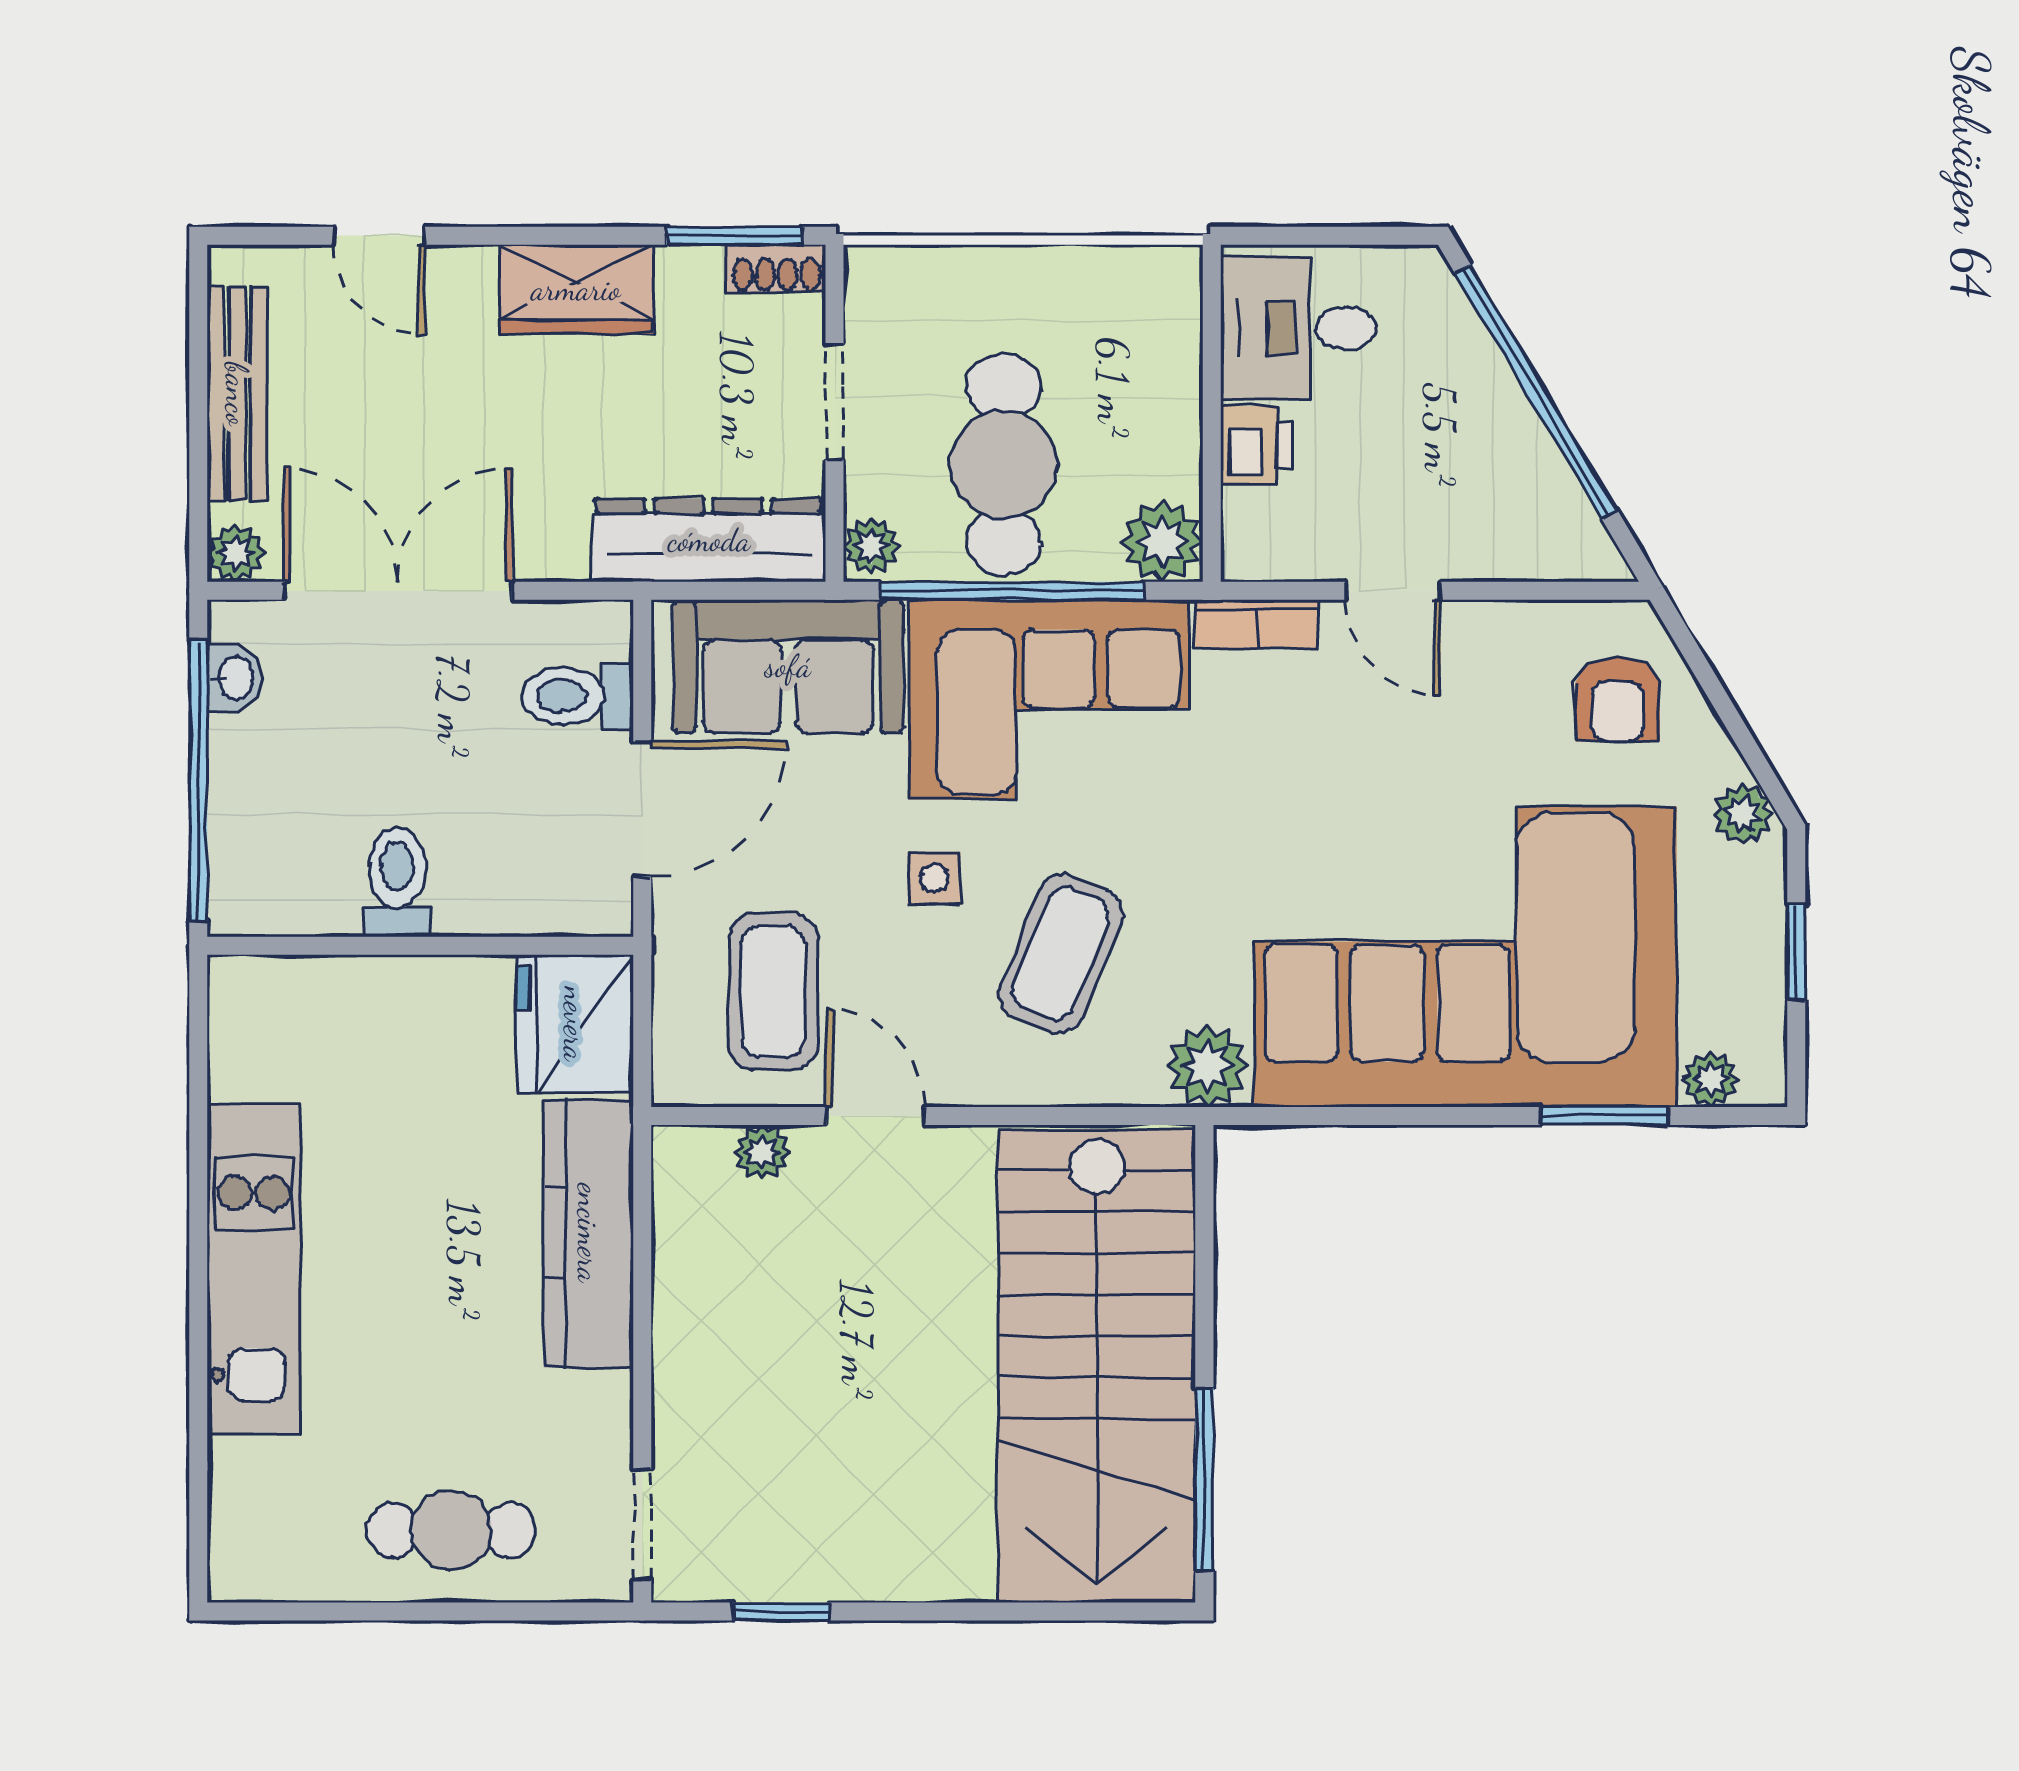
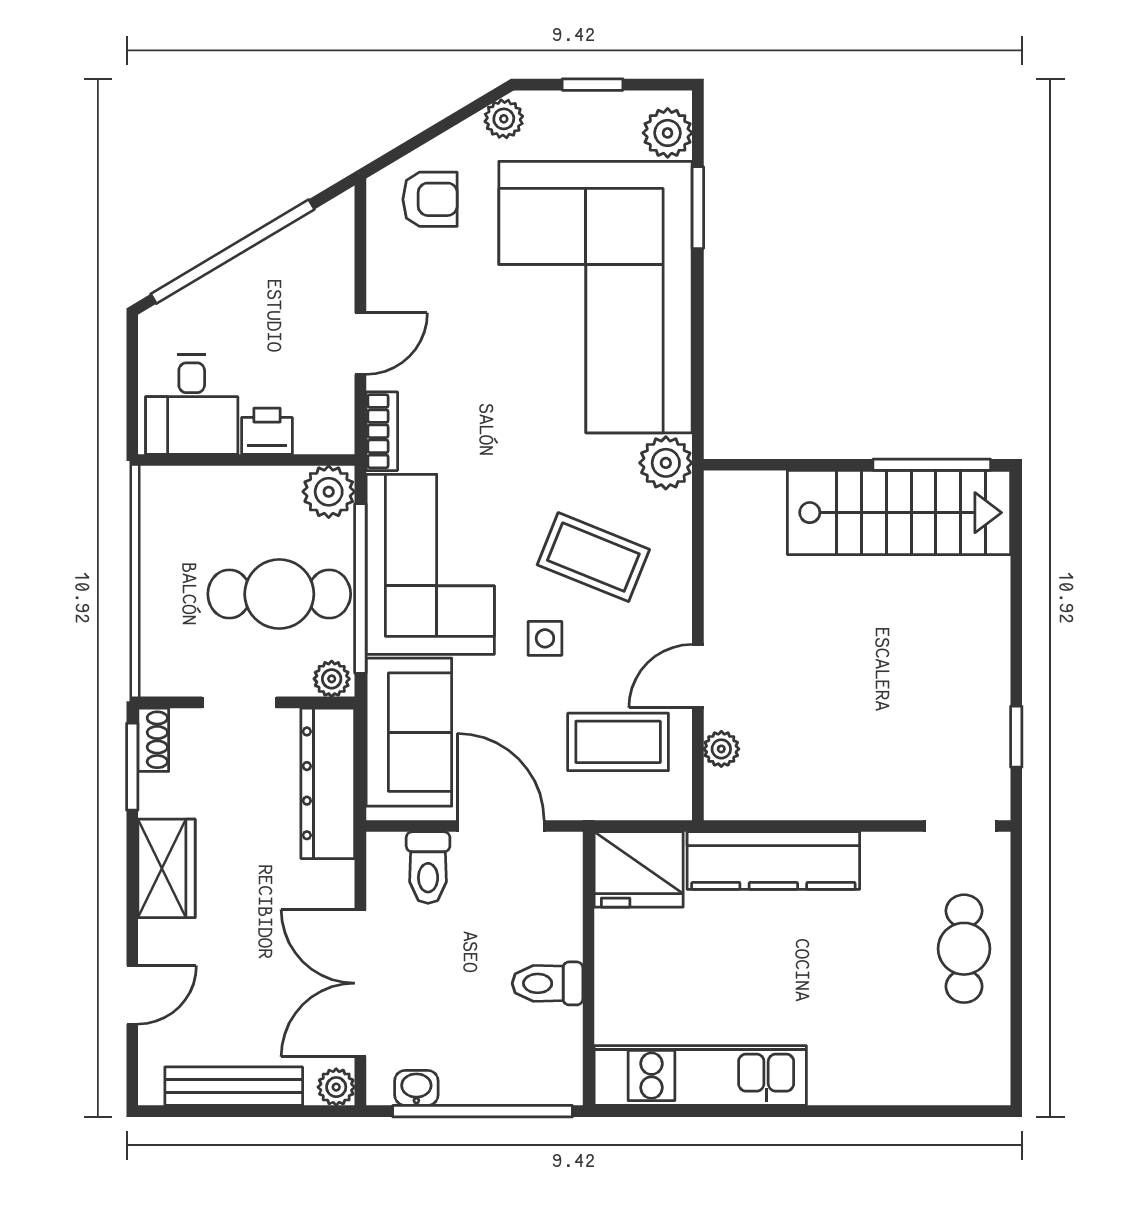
plant: (1710, 1079) -> (668, 133), width x1.38, depth x1.38
kitchen unit: (254, 1269) -> (700, 1076), moved
stairs: (1097, 1366) -> (899, 513), width x0.73, depth x0.66

